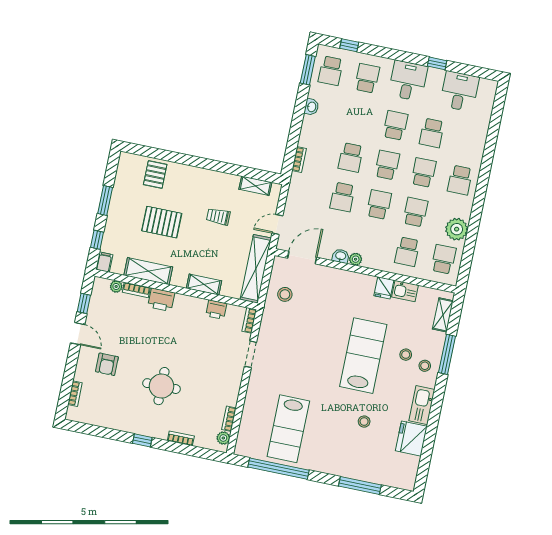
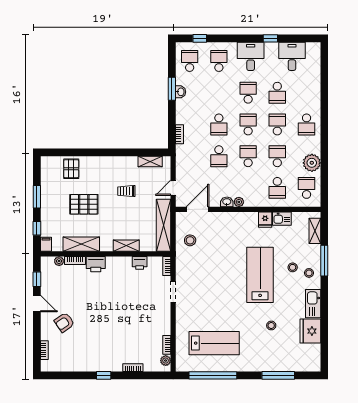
window: (308, 70) -> (172, 89), moved
school desk: (331, 71) -> (190, 61), turned 180
armchair: (107, 364) -> (64, 322), turned 55
round table: (161, 386) -> (110, 330), removed
lab bench: (288, 429) -> (214, 343), turned -90

